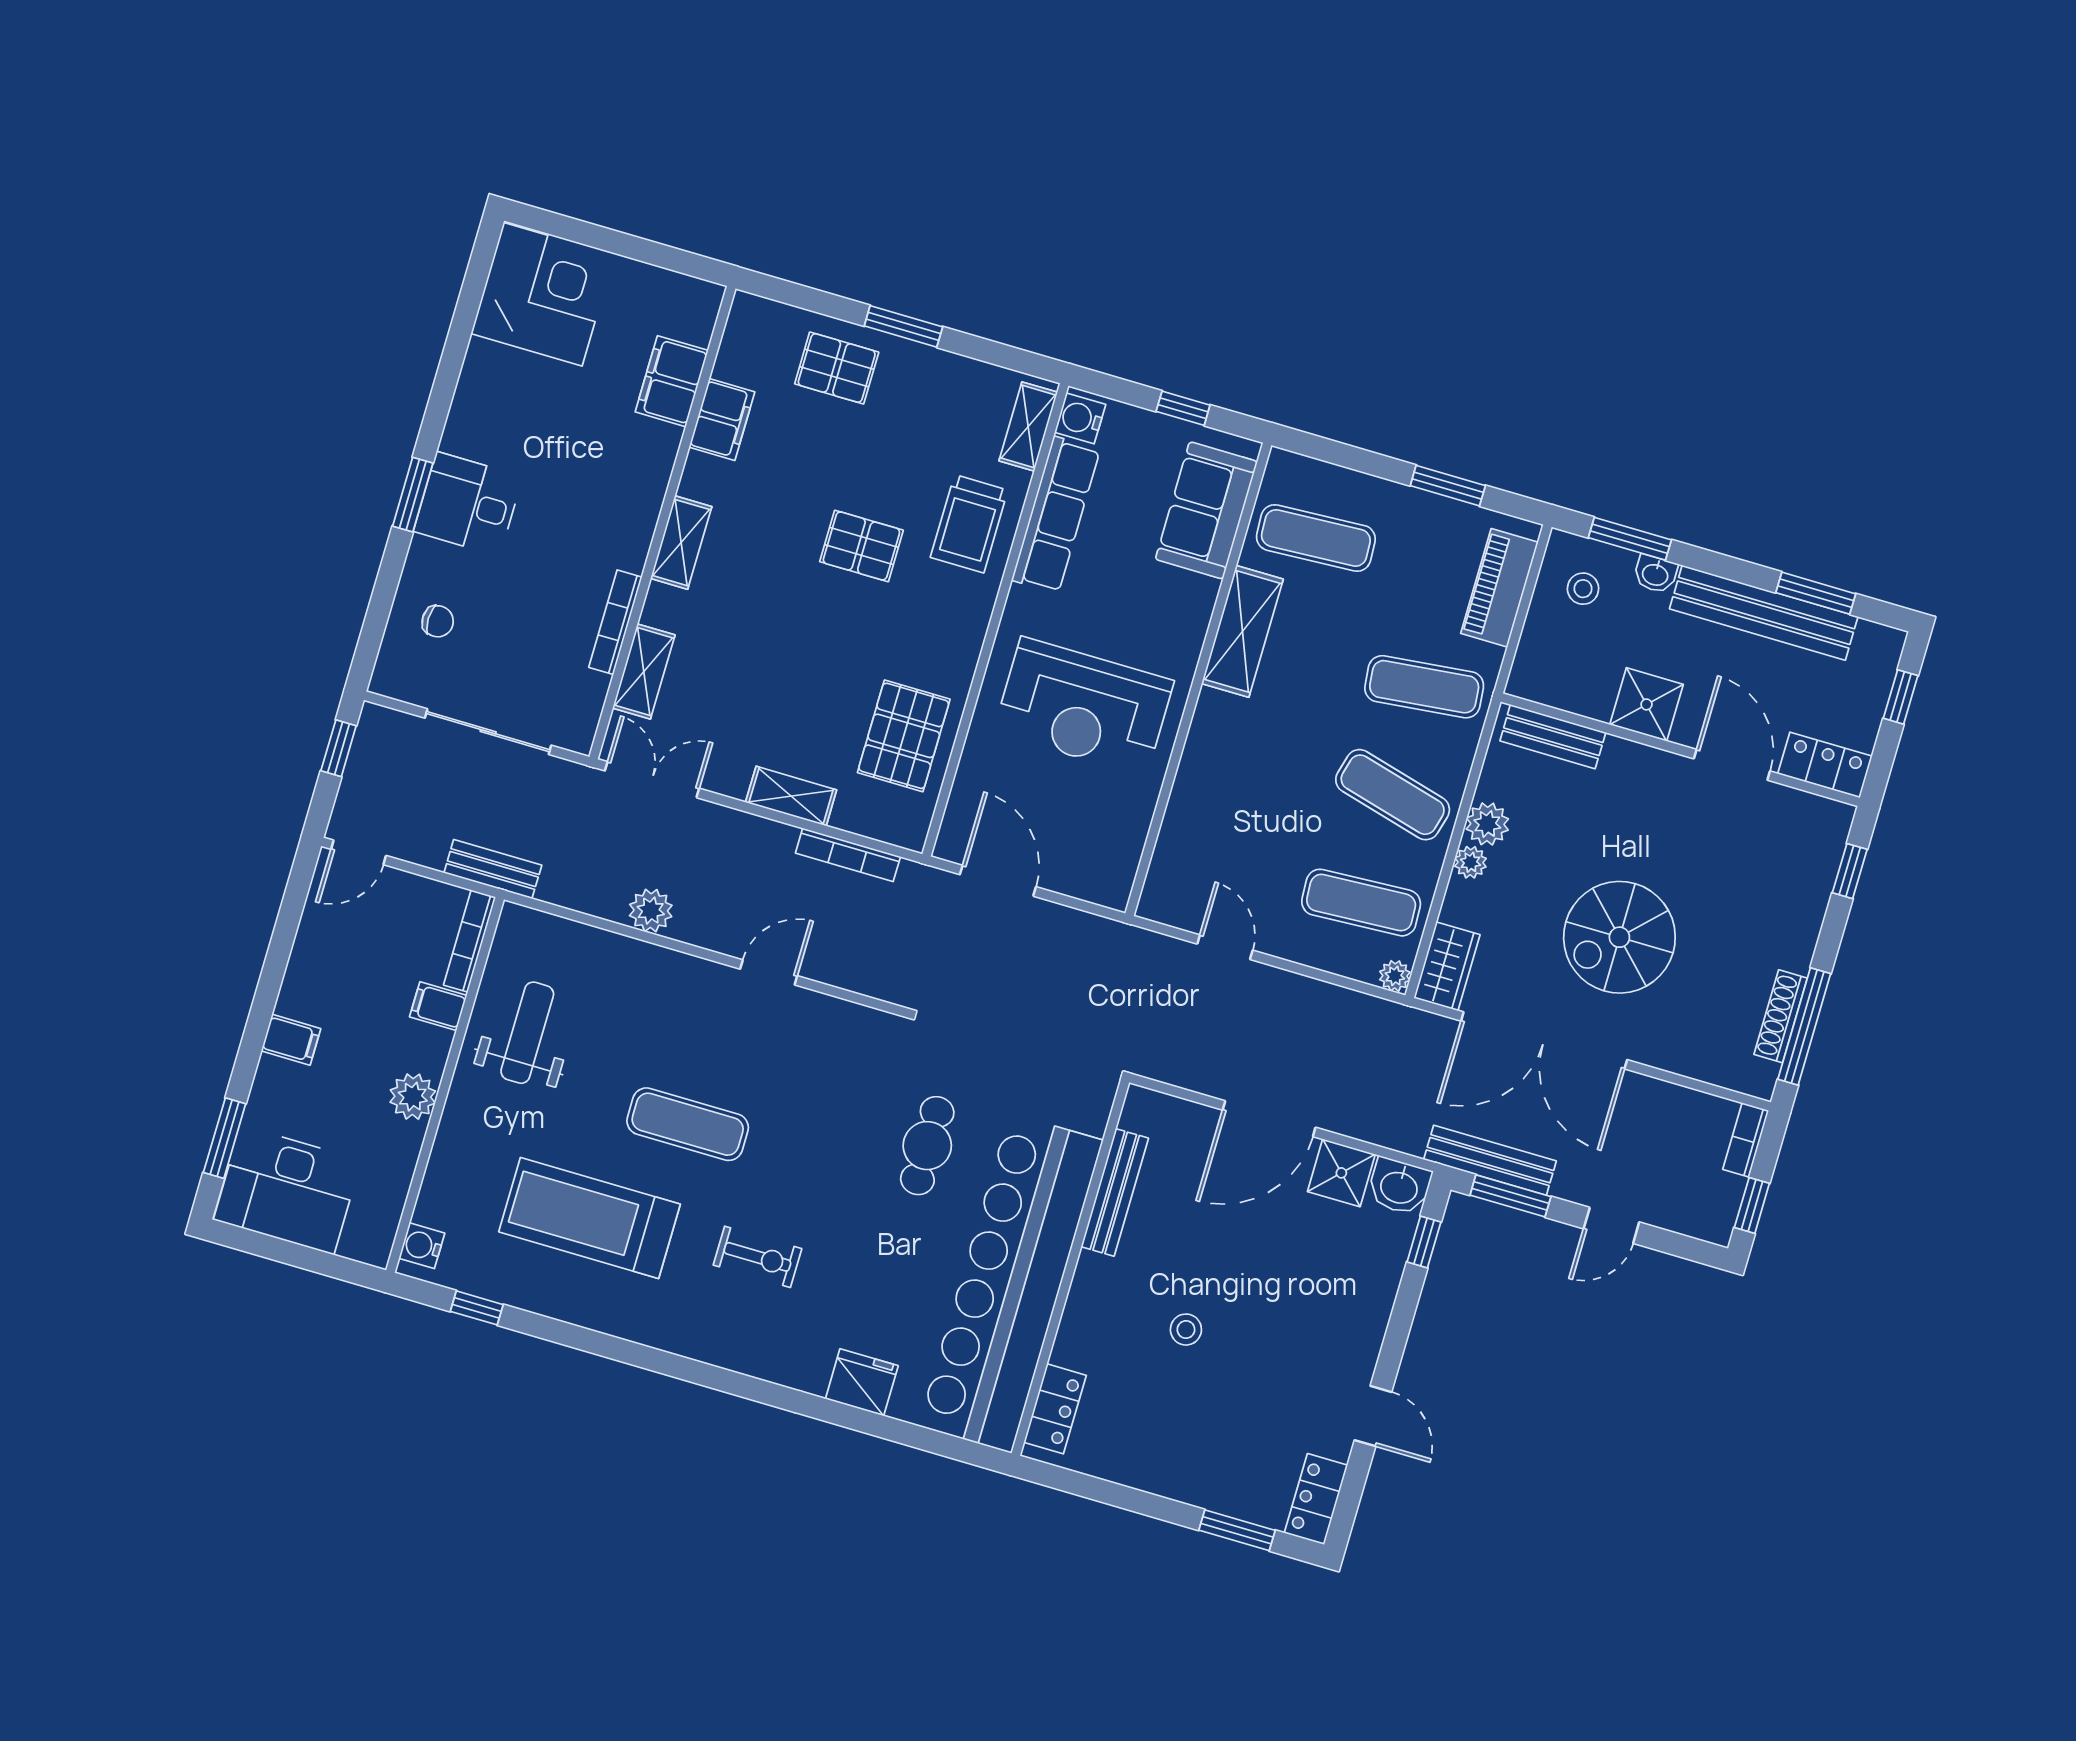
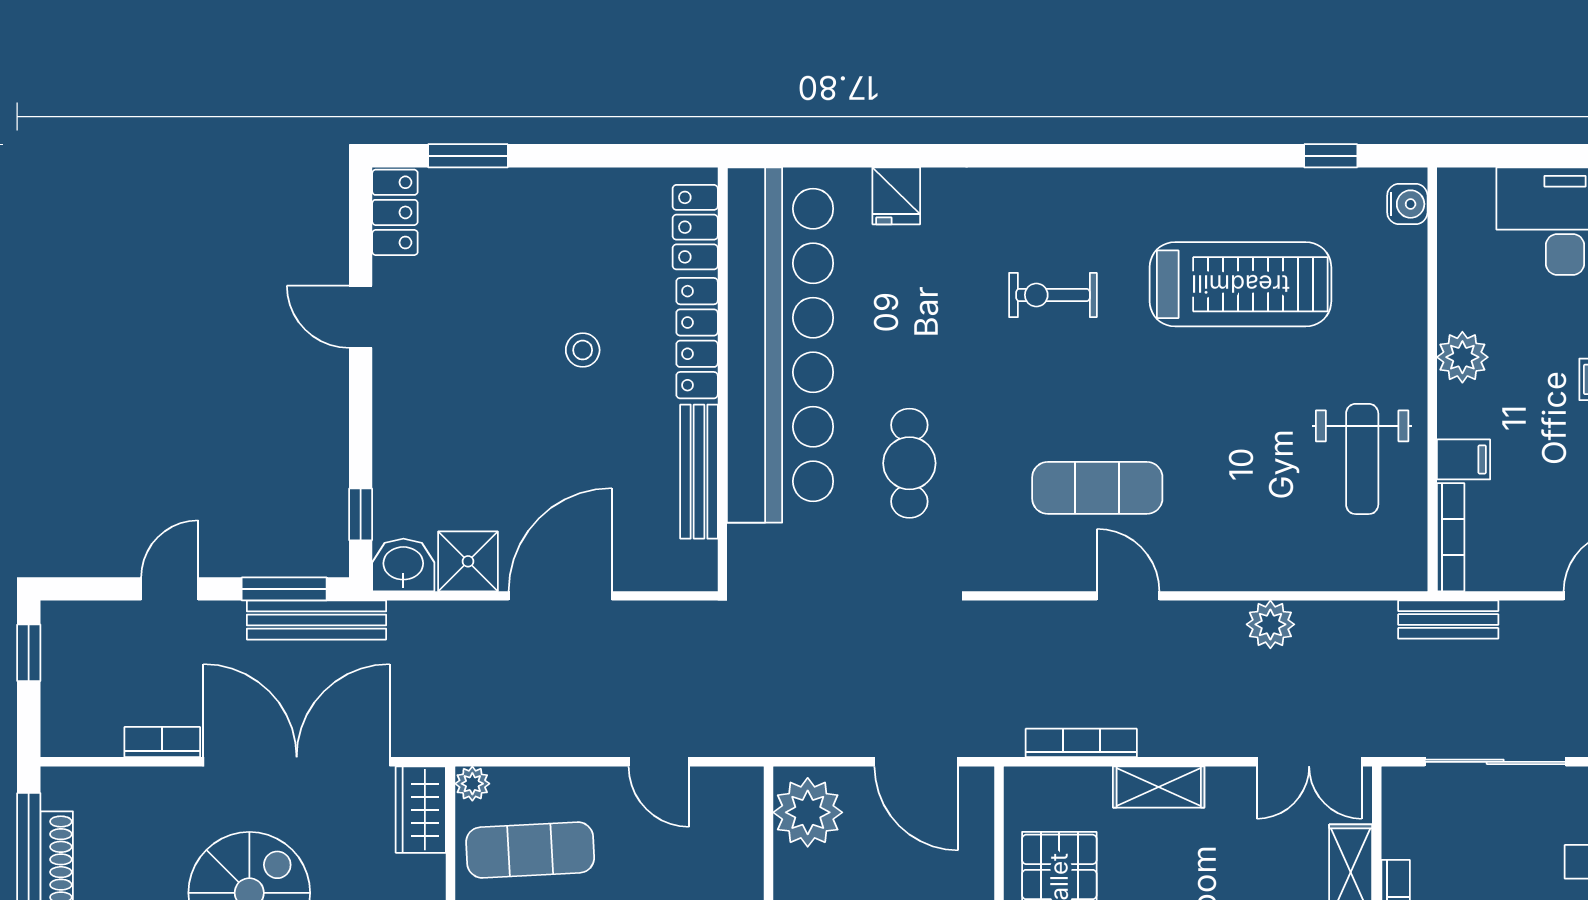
plant: (1107, 864) -> (808, 812), added
door: (769, 972) -> (1128, 596), swing flipped
exercise mat: (688, 1124) -> (1097, 488), moved
bookcase: (1746, 1140) -> (162, 742), moved, turned -90
locker: (1082, 1311) -> (697, 338), added
fridge: (862, 1382) -> (896, 196), width x0.72

